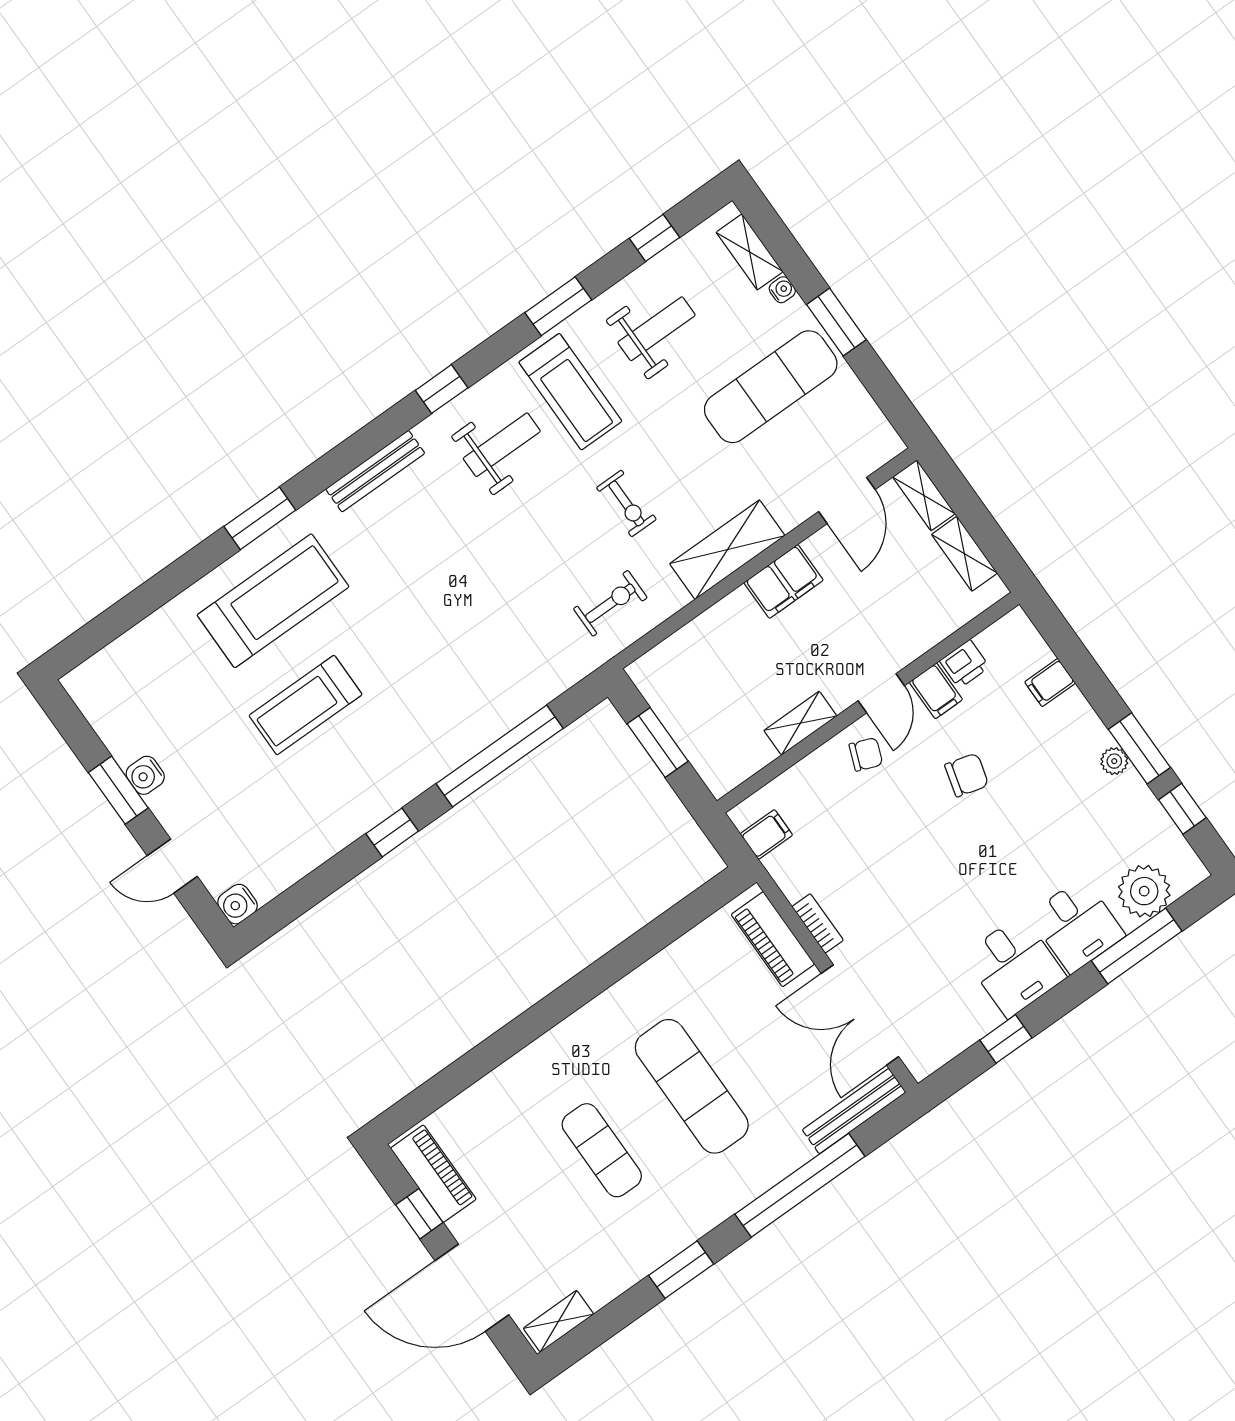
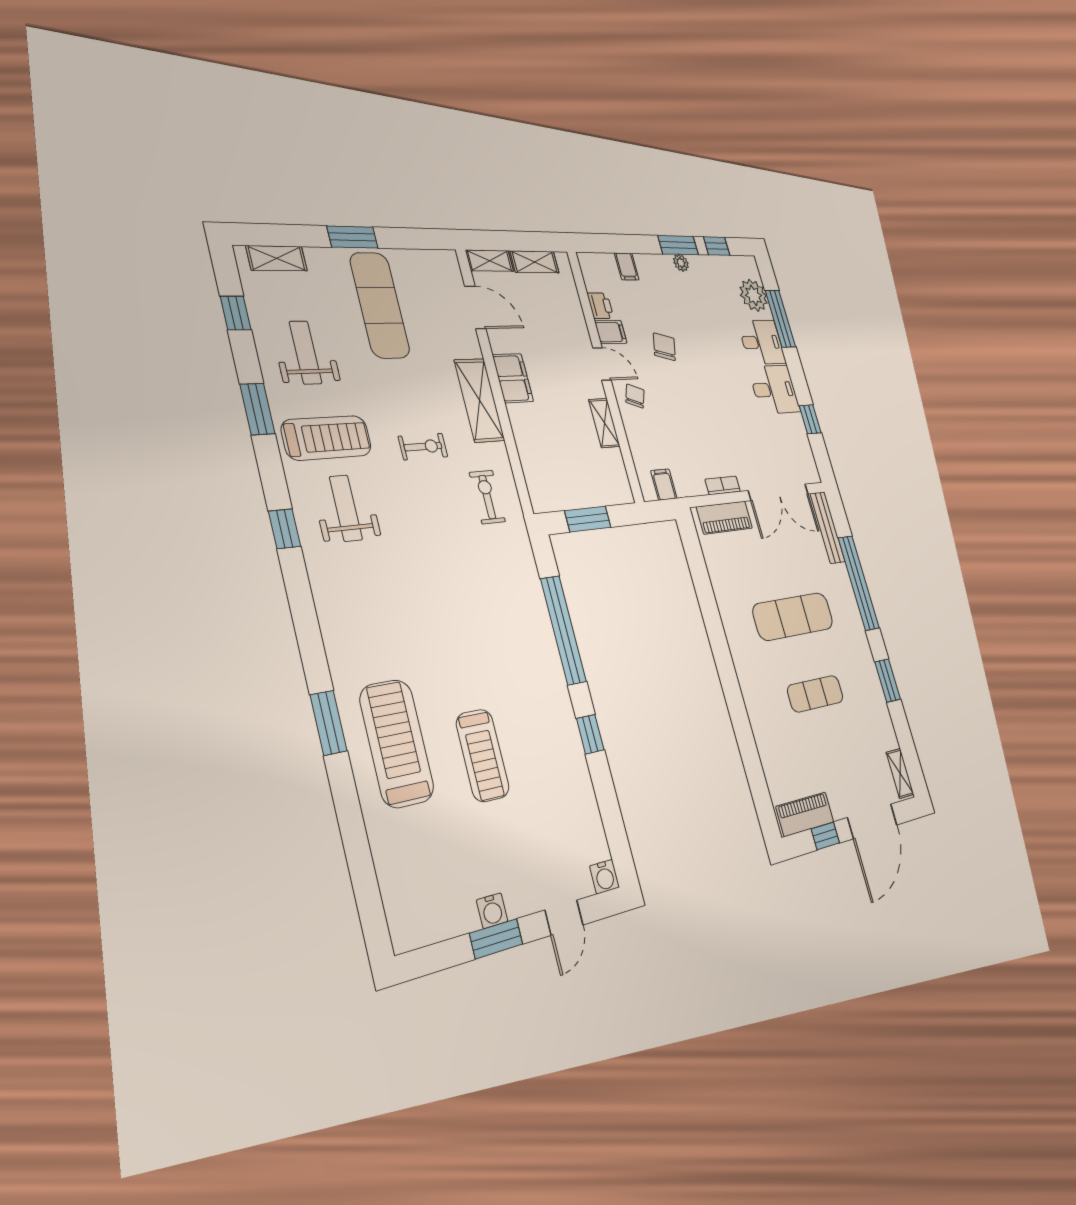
water cooler: (782, 290) -> (314, 255), removed
bench: (375, 471) -> (328, 613), removed

